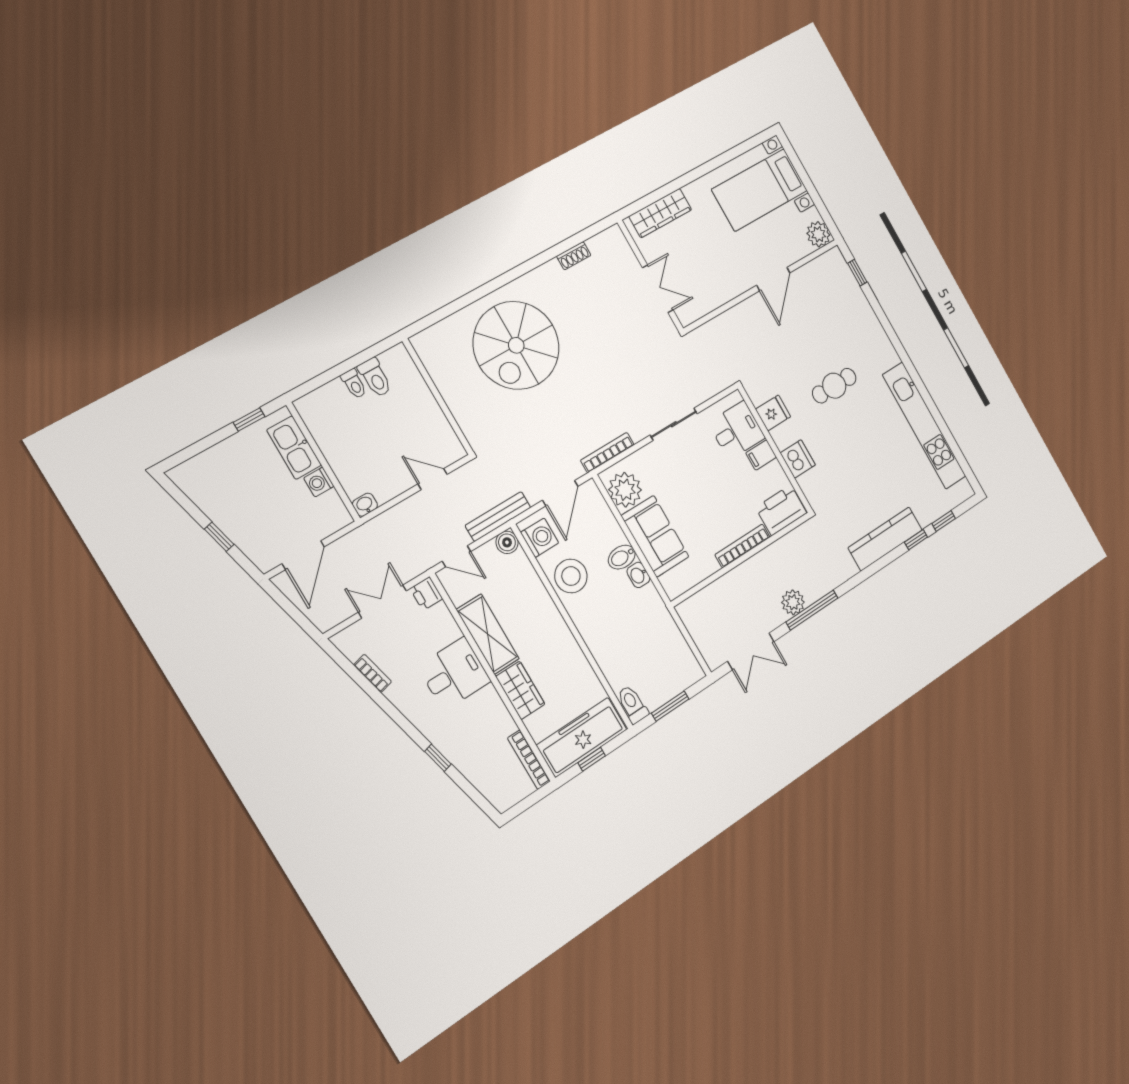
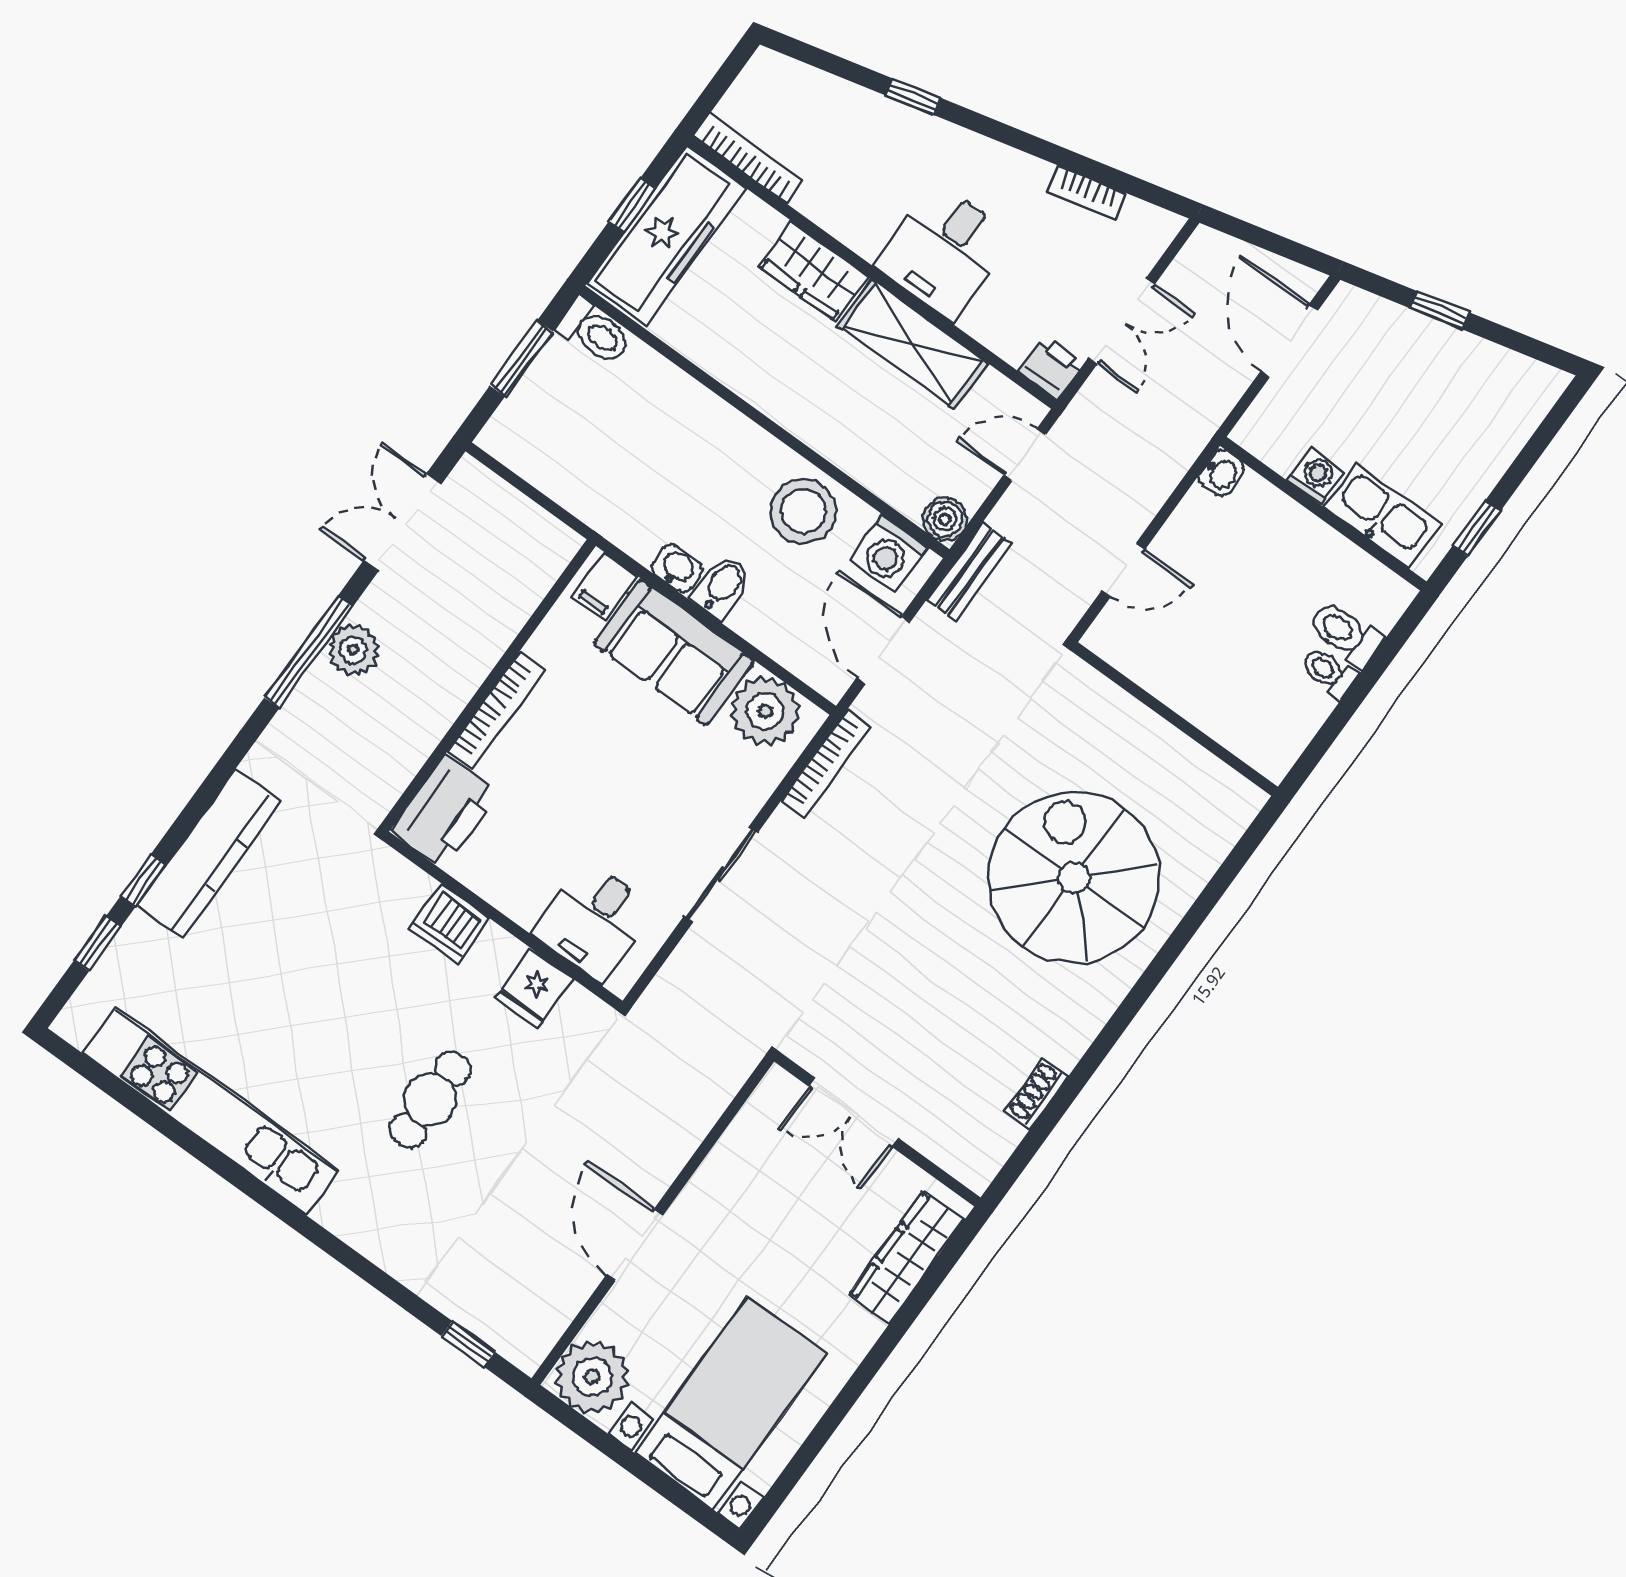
plant: (818, 234) -> (592, 1377), width x1.36, depth x1.36
toilet: (375, 378) -> (1346, 634), moved
filing cabinet: (761, 455) -> (605, 586), moved, turned 180
bench: (498, 516) -> (970, 572), width x0.73

